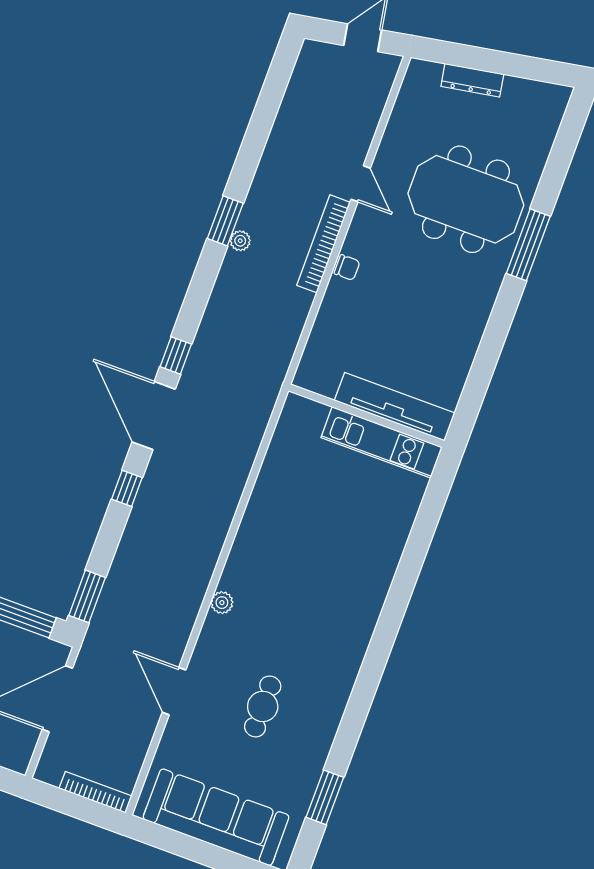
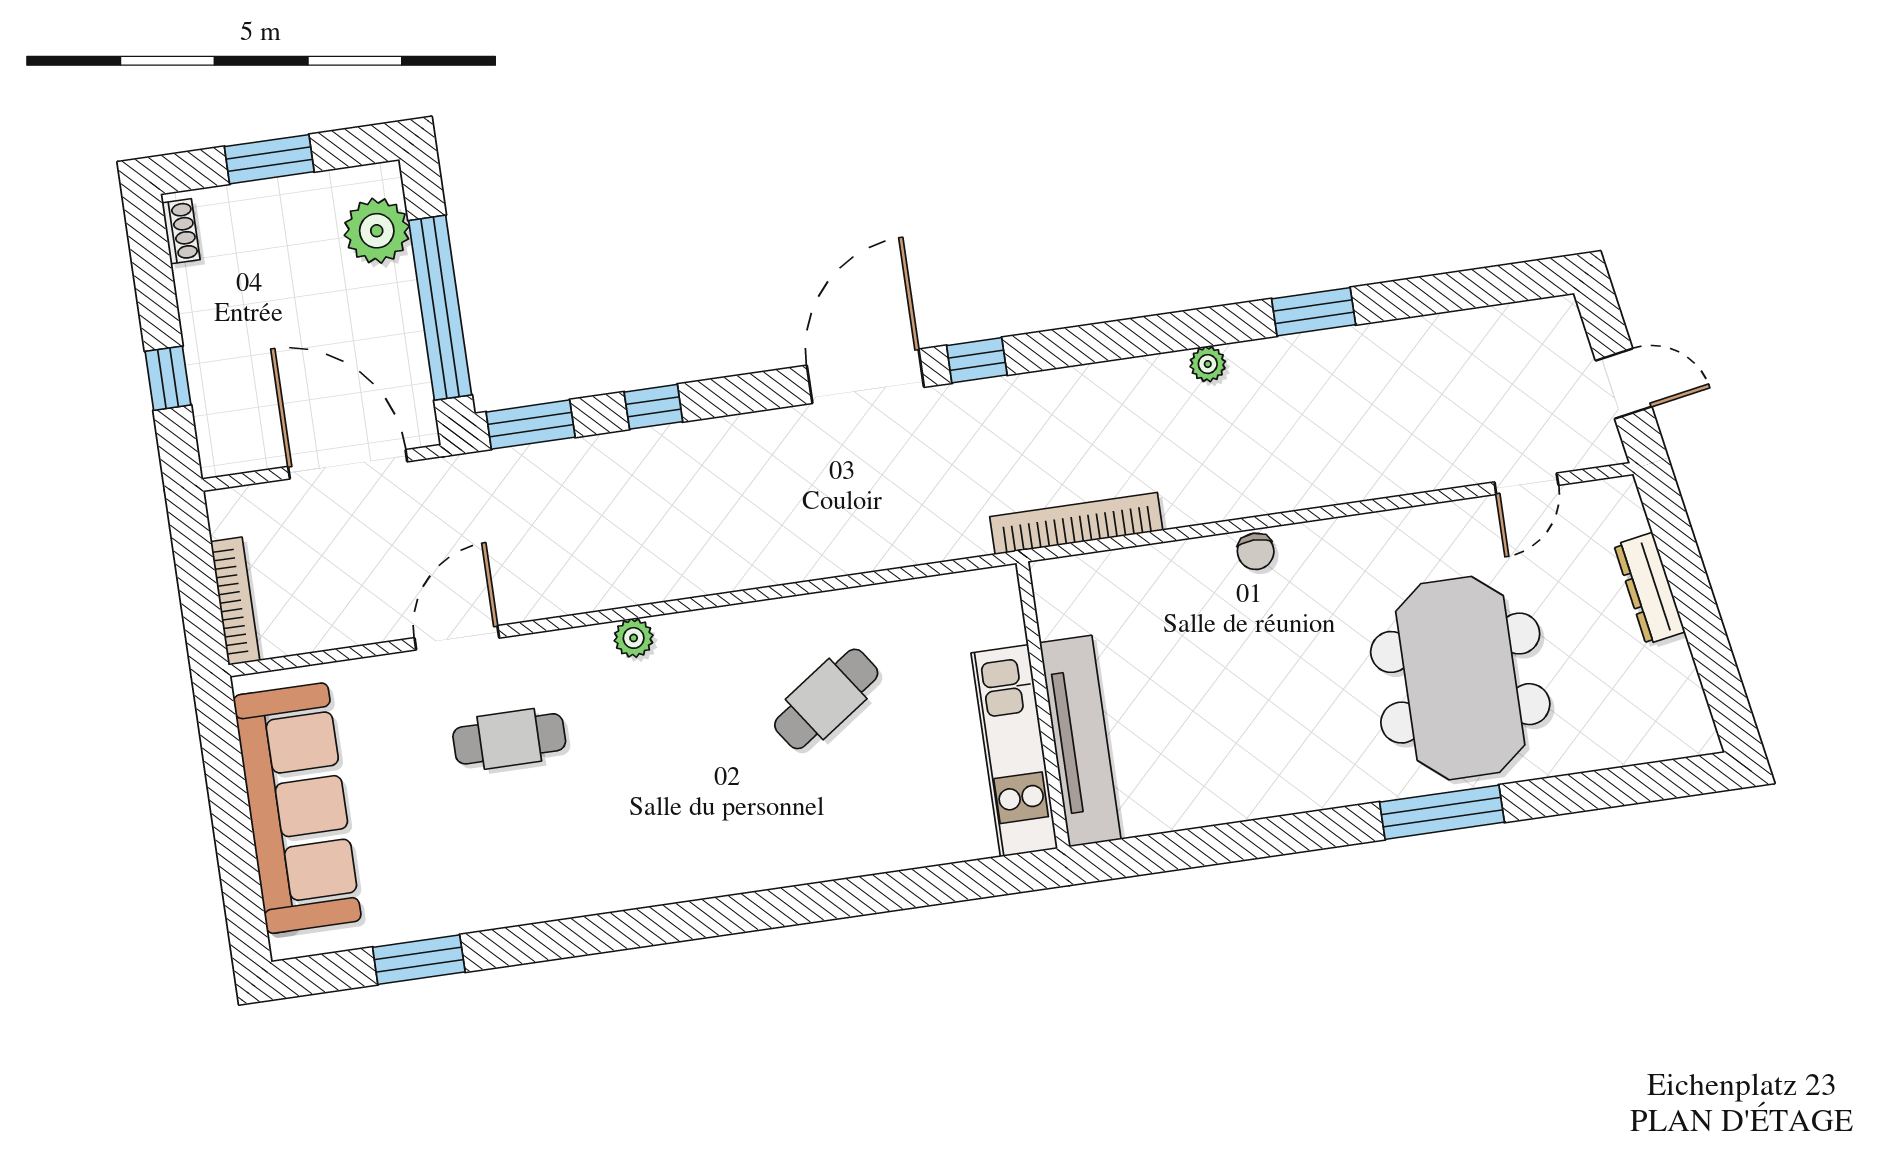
door: (361, 184) -> (1526, 484), moved
window: (225, 221) -> (1314, 312), moved
bookcase: (323, 244) -> (1076, 523), moved
window: (127, 488) -> (653, 407), moved
cafe table: (305, 523) -> (826, 699), added
cafe table: (263, 706) -> (509, 739), moved

